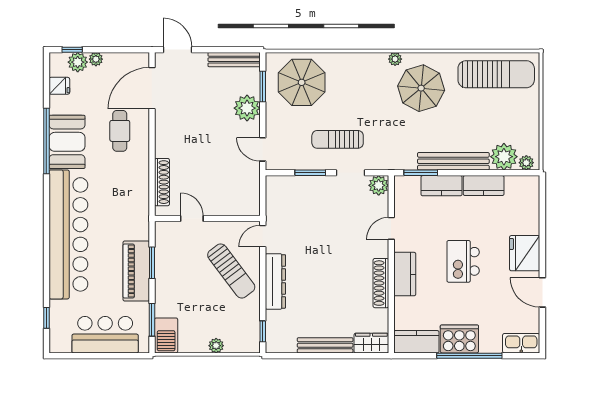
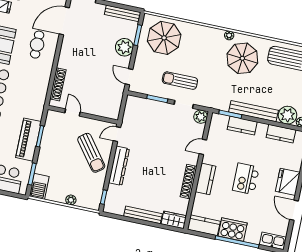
kitchen counter: (484, 186) -> (281, 134), moved

